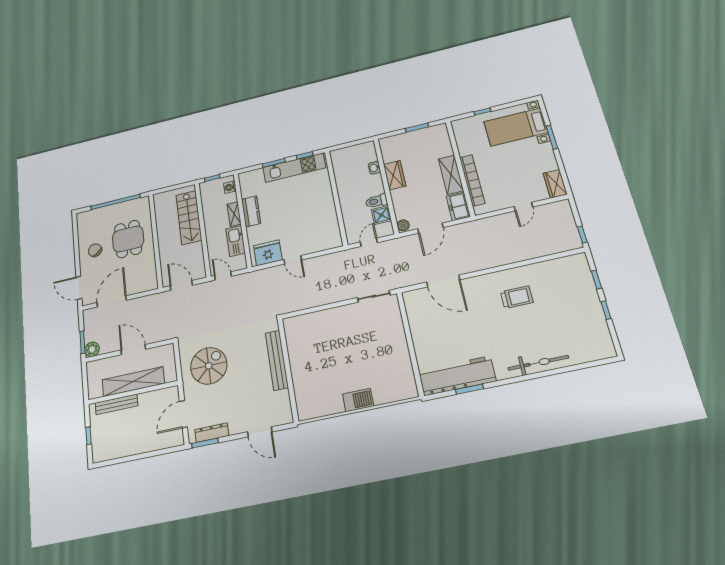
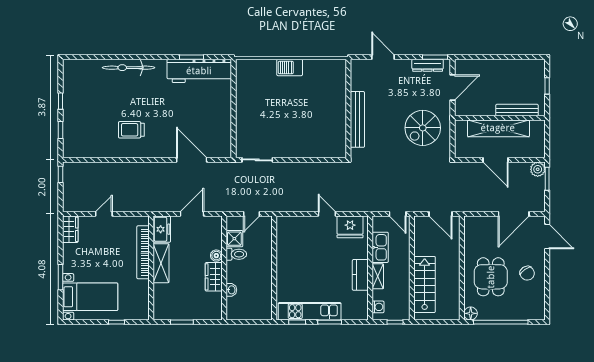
floor lamp: (144, 203) -> (471, 313), added
boiler: (403, 225) -> (216, 256), moved

